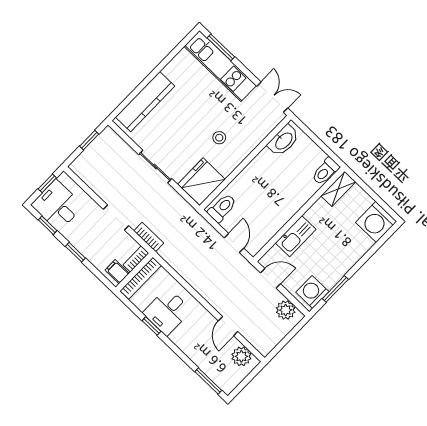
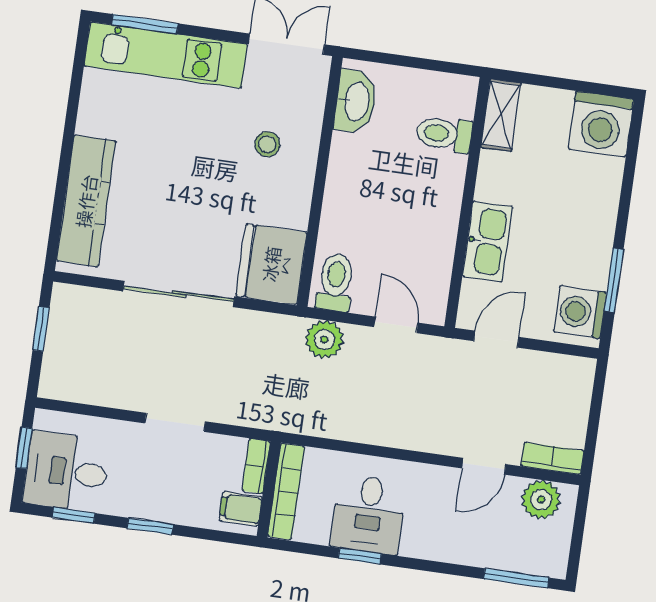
stool: (219, 138) -> (267, 144), moved
sliding door: (155, 167) -> (179, 294), width x1.37
toilet: (325, 171) -> (444, 134), moved, turned 90
bookcase: (149, 237) -> (552, 458), moved
plant: (286, 310) -> (324, 340), moved
door: (228, 326) -> (484, 466), hinge flipped

